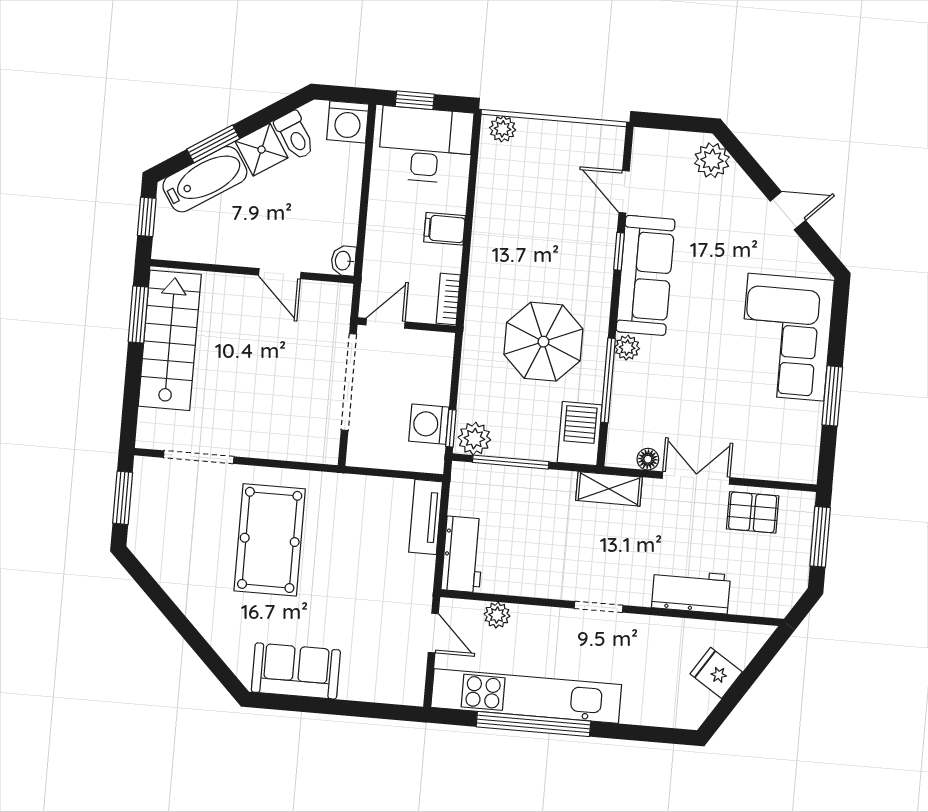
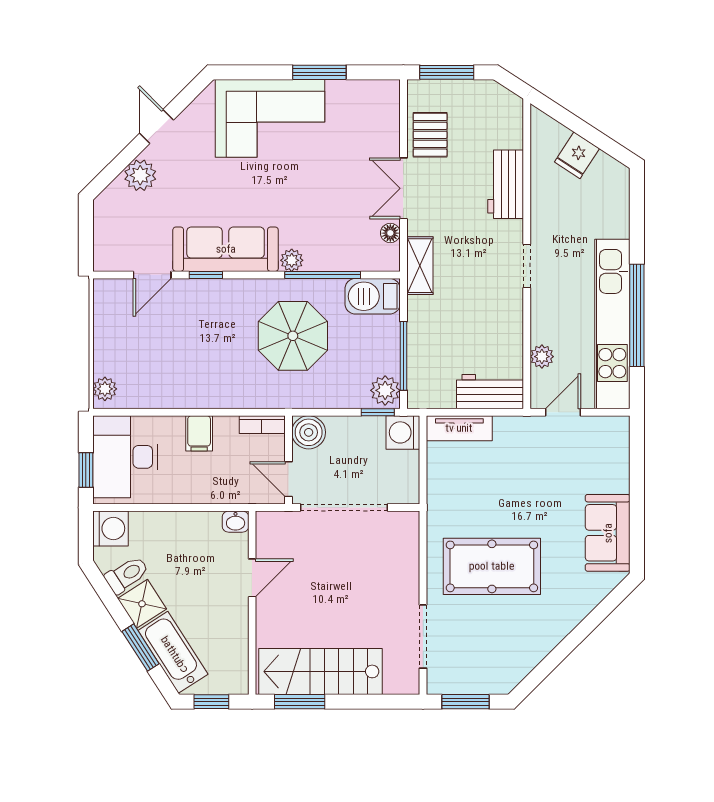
plant: (712, 160) -> (140, 175), moved
boiler: (435, 350) -> (309, 432), added
washing machine: (429, 424) -> (403, 432), moved, turned 90

